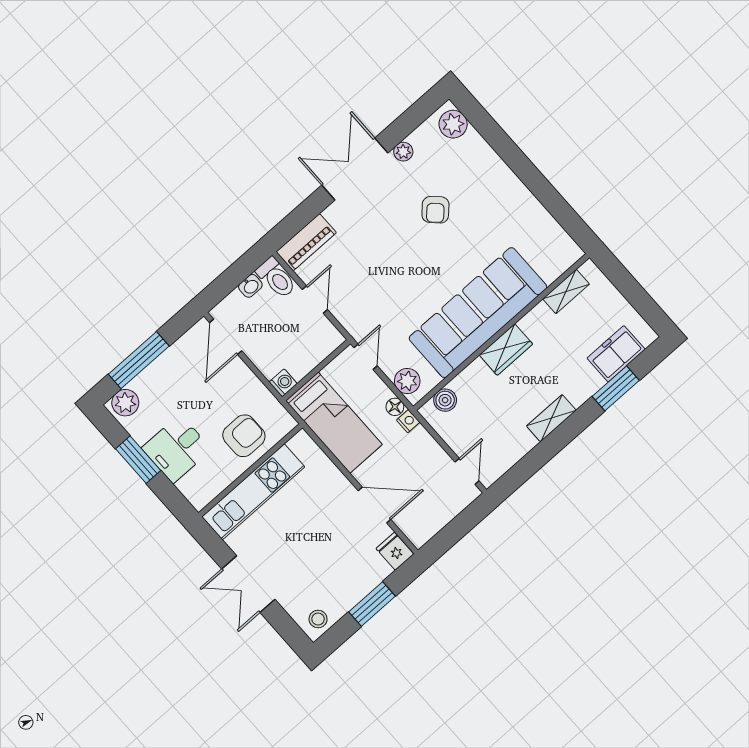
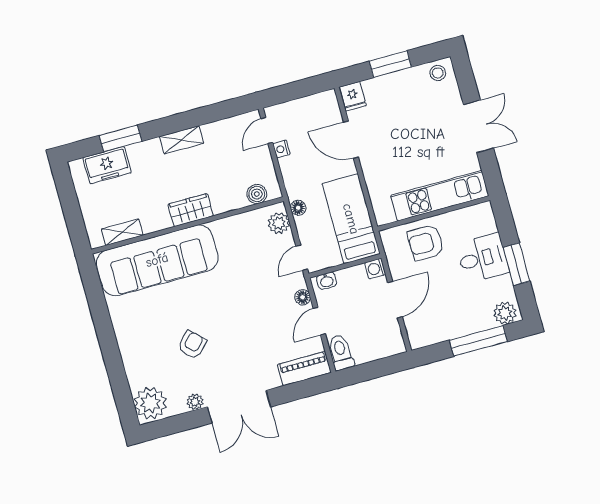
plant: (453, 124) -> (150, 403), width x1.36, depth x1.36
washbasin: (250, 286) -> (327, 281), moved, turned 180
sofa: (478, 313) -> (157, 260), moved
floor lamp: (344, 316) -> (303, 297), added
door: (226, 337) -> (395, 300), moved
nightstand: (408, 421) -> (281, 149), moved

